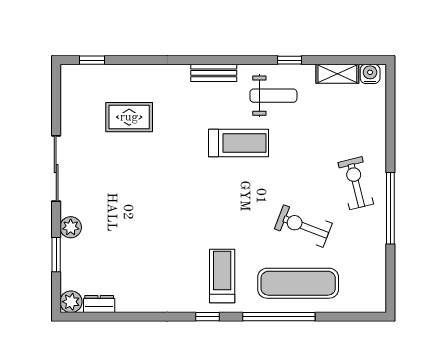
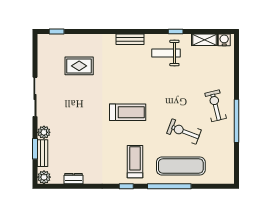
weight bench: (273, 96) -> (166, 53), turned 180
treadmill: (239, 143) -> (128, 112), moved
bench: (69, 262) -> (43, 153), added
dresser: (99, 304) -> (74, 179), moved

